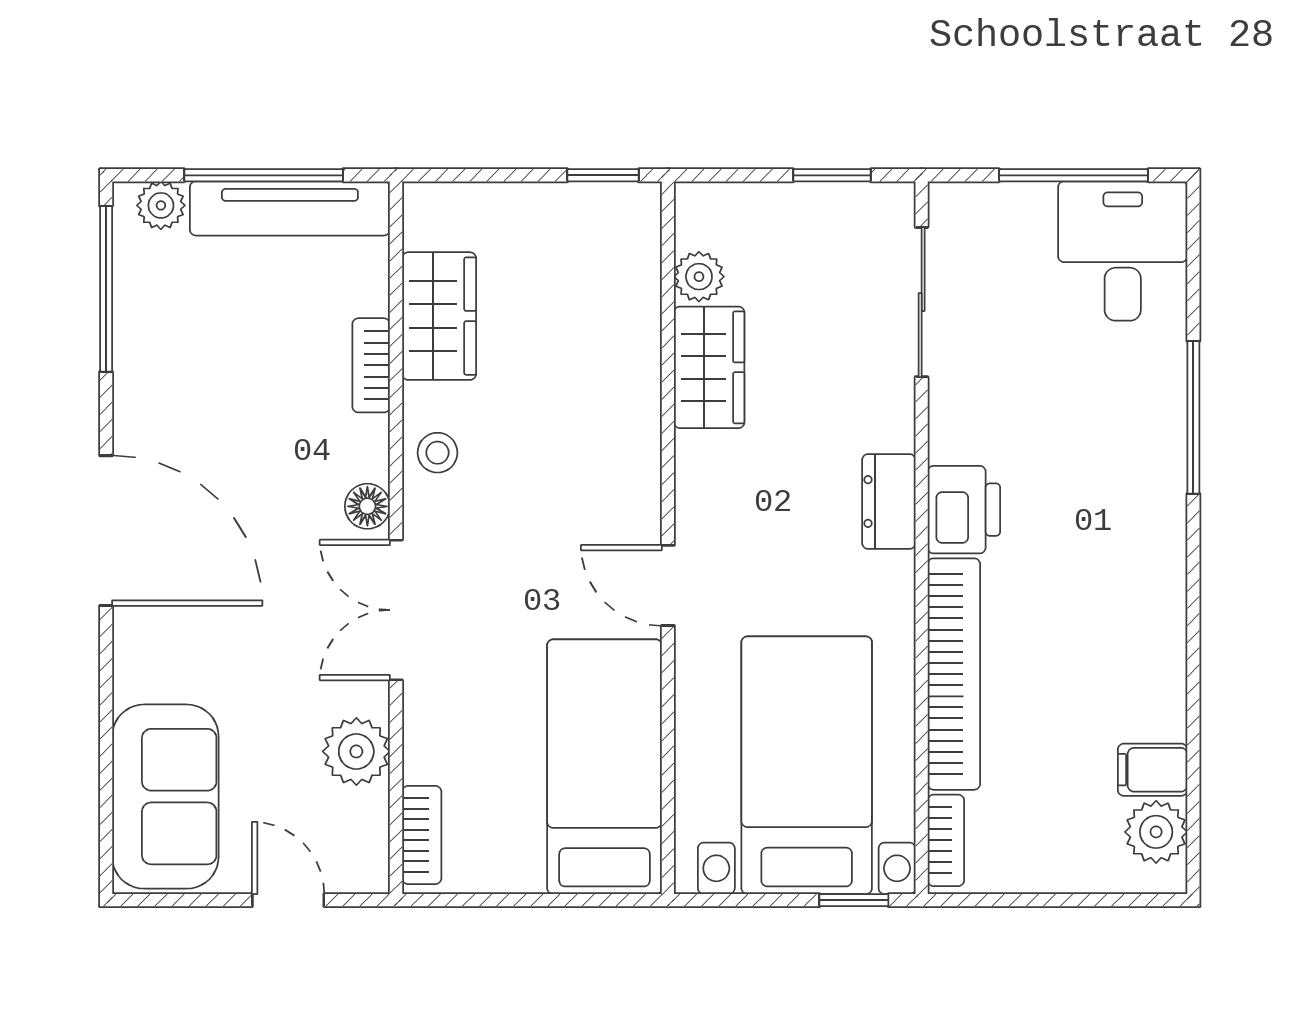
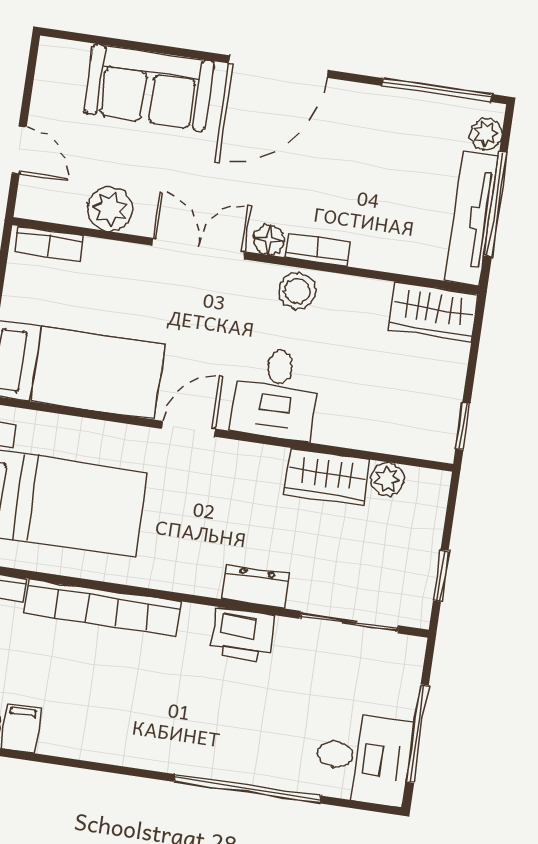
wardrobe: (439, 316) -> (433, 312), moved
bookcase: (371, 365) -> (318, 250), moved
window: (1193, 417) -> (247, 789), width x1.46
stool: (437, 453) -> (297, 291), width x1.37, depth x1.37
desk: (596, 462) -> (276, 393), added
dresser: (889, 502) -> (256, 586), moved
printer: (964, 510) -> (243, 635), moved
sofa: (165, 797) -> (149, 87), moved
door: (288, 900) -> (19, 150), hinge flipped

